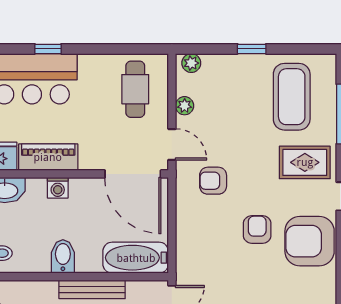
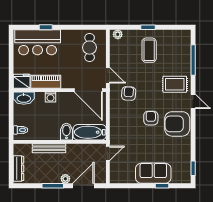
coffee table: (292, 97) -> (149, 50), moved, width x0.73, depth x0.76
plant: (185, 106) -> (114, 56), removed
armchair: (213, 181) -> (129, 94), turned 94
bidet: (63, 256) -> (66, 132), moved
bench: (92, 289) -> (49, 148), moved

